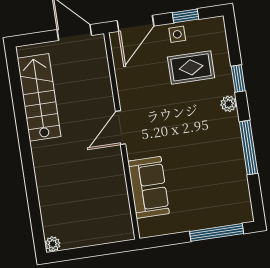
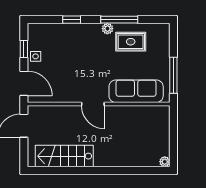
rug: (191, 67) -> (131, 42), moved, turned 90
plant: (229, 104) -> (107, 29), moved
sofa: (148, 187) -> (136, 91), width x1.36
window: (217, 232) -> (173, 75), moved

